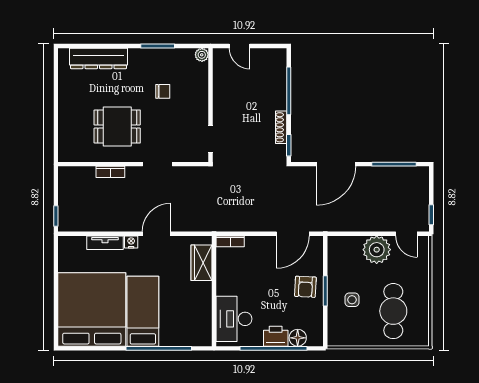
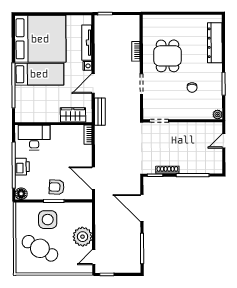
bench: (197, 224) -> (100, 112), added
door: (157, 234) -> (93, 84), swing flipped
tv unit: (105, 243) -> (87, 43), width x1.41
side table: (352, 300) -> (48, 220), width x1.87, depth x1.87
cafe table: (393, 311) -> (40, 248), turned 30
floor lamp: (298, 338) -> (21, 194), moved

